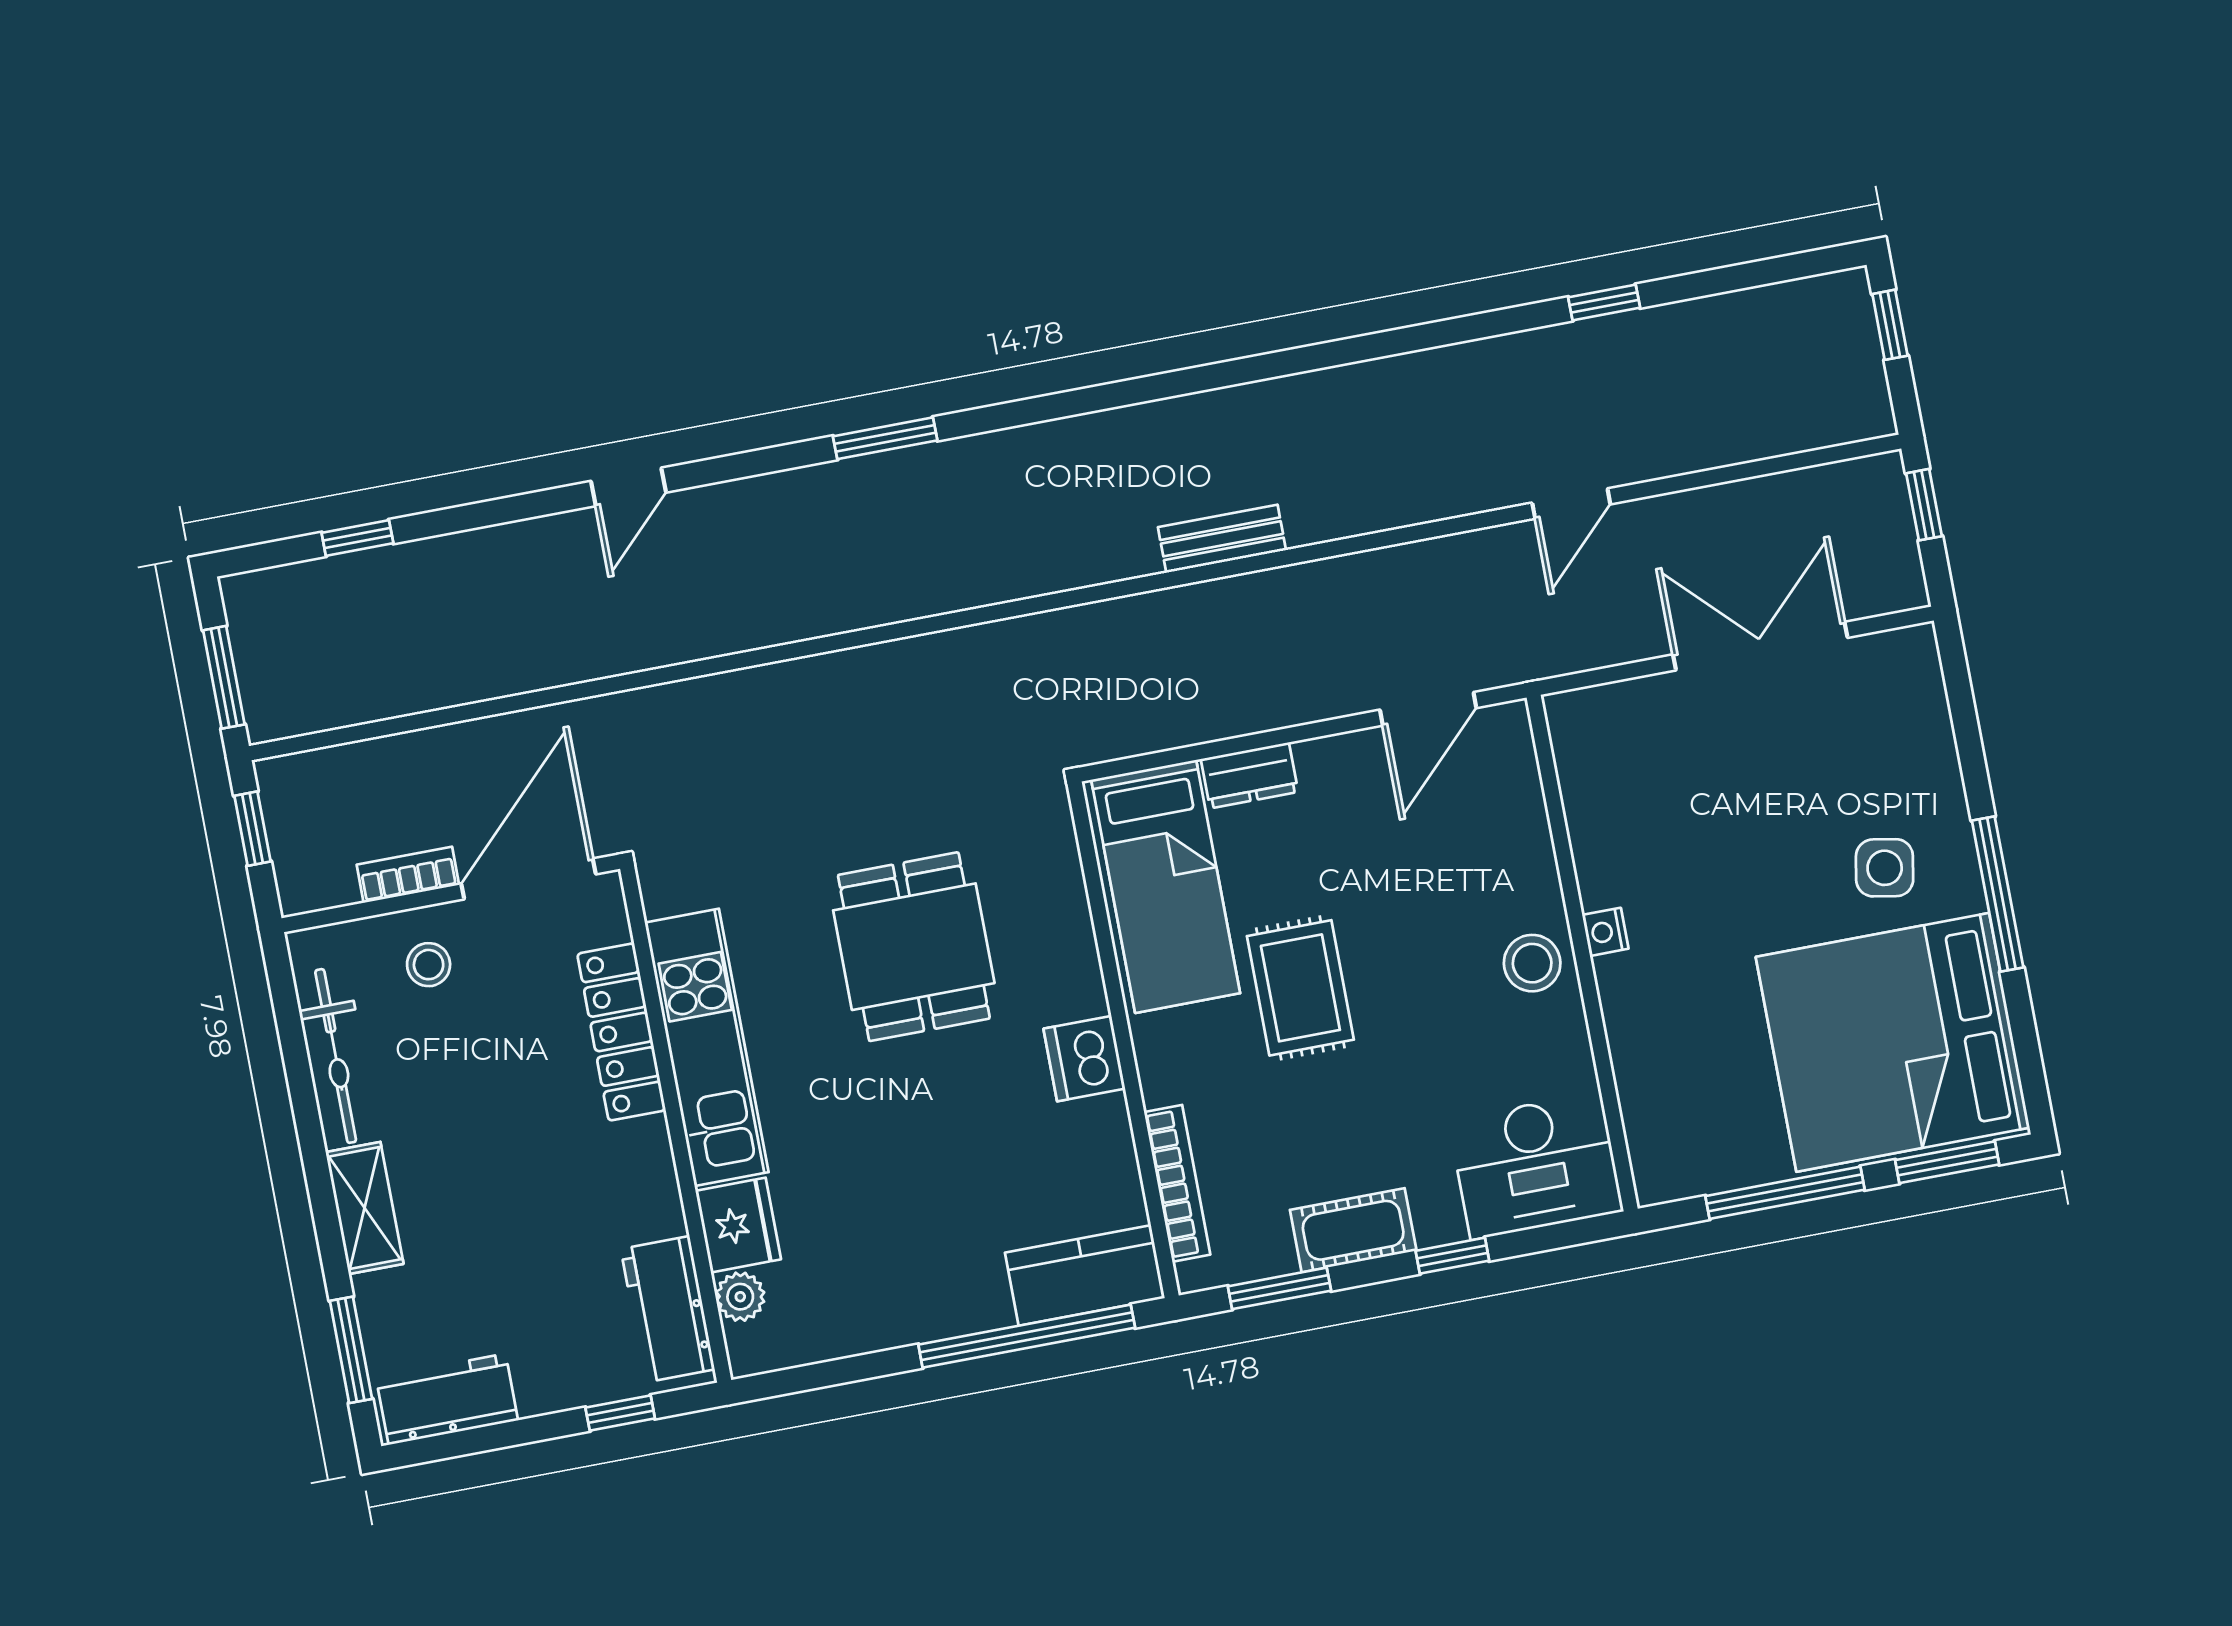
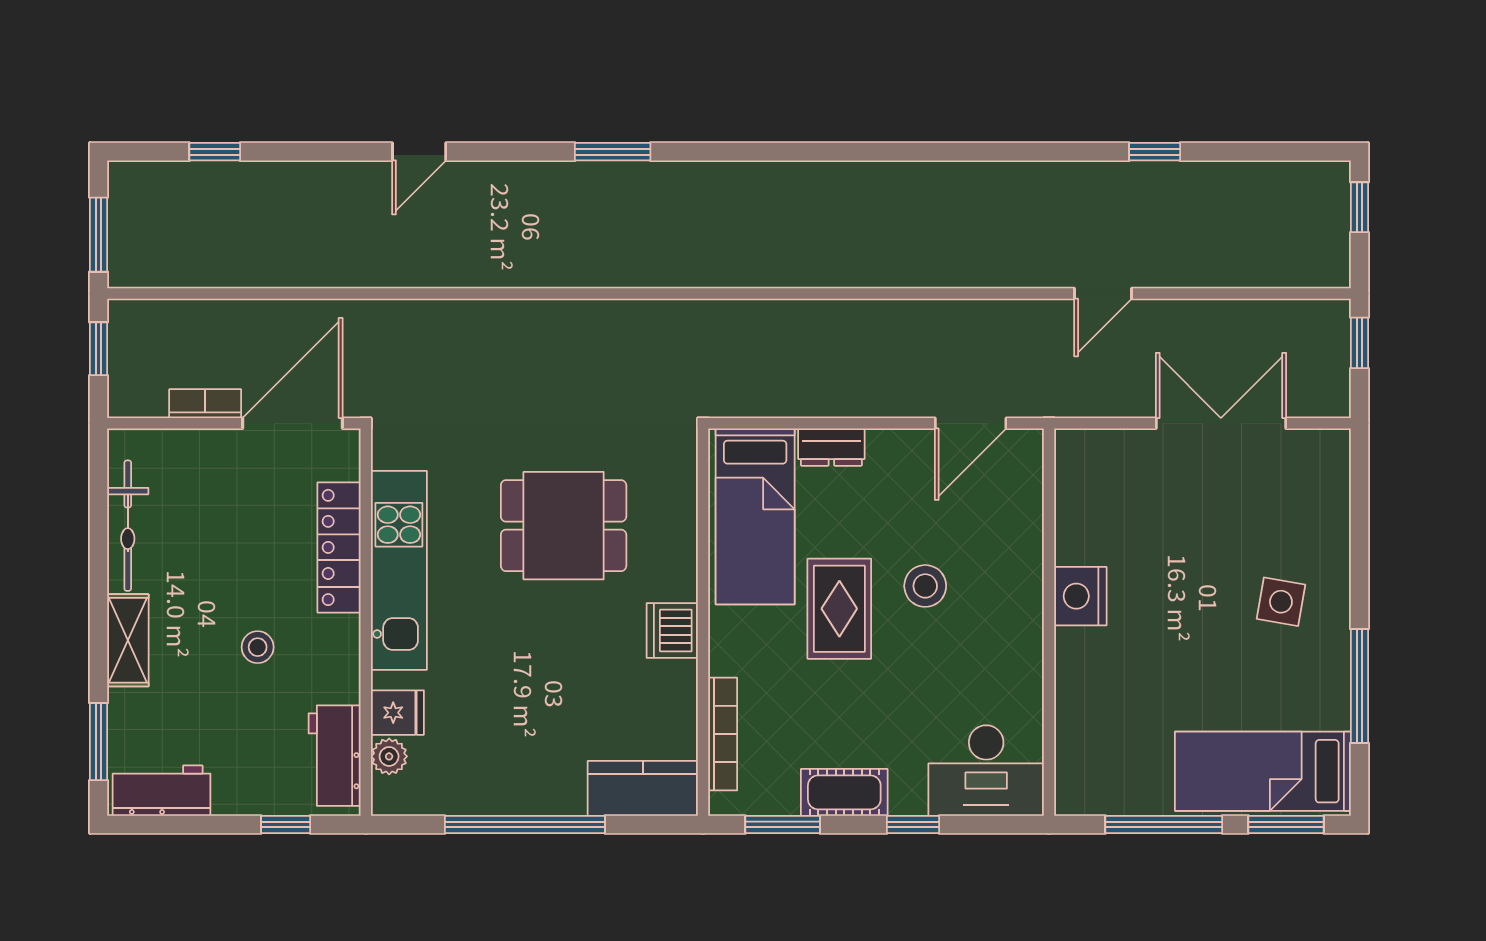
bench: (1222, 539) -> (844, 271), removed
window: (1998, 894) -> (1360, 686), moved
nightstand: (1605, 932) -> (1080, 596), width x1.89, depth x1.79
dining table: (914, 947) -> (564, 526), turned 90
stool: (1532, 963) -> (925, 586), moved
stool: (429, 965) -> (258, 647), moved
bed: (1893, 1042) -> (1263, 771), width x0.49
fridge: (738, 1225) -> (397, 713), width x0.72
window: (1027, 1336) -> (525, 825), moved

